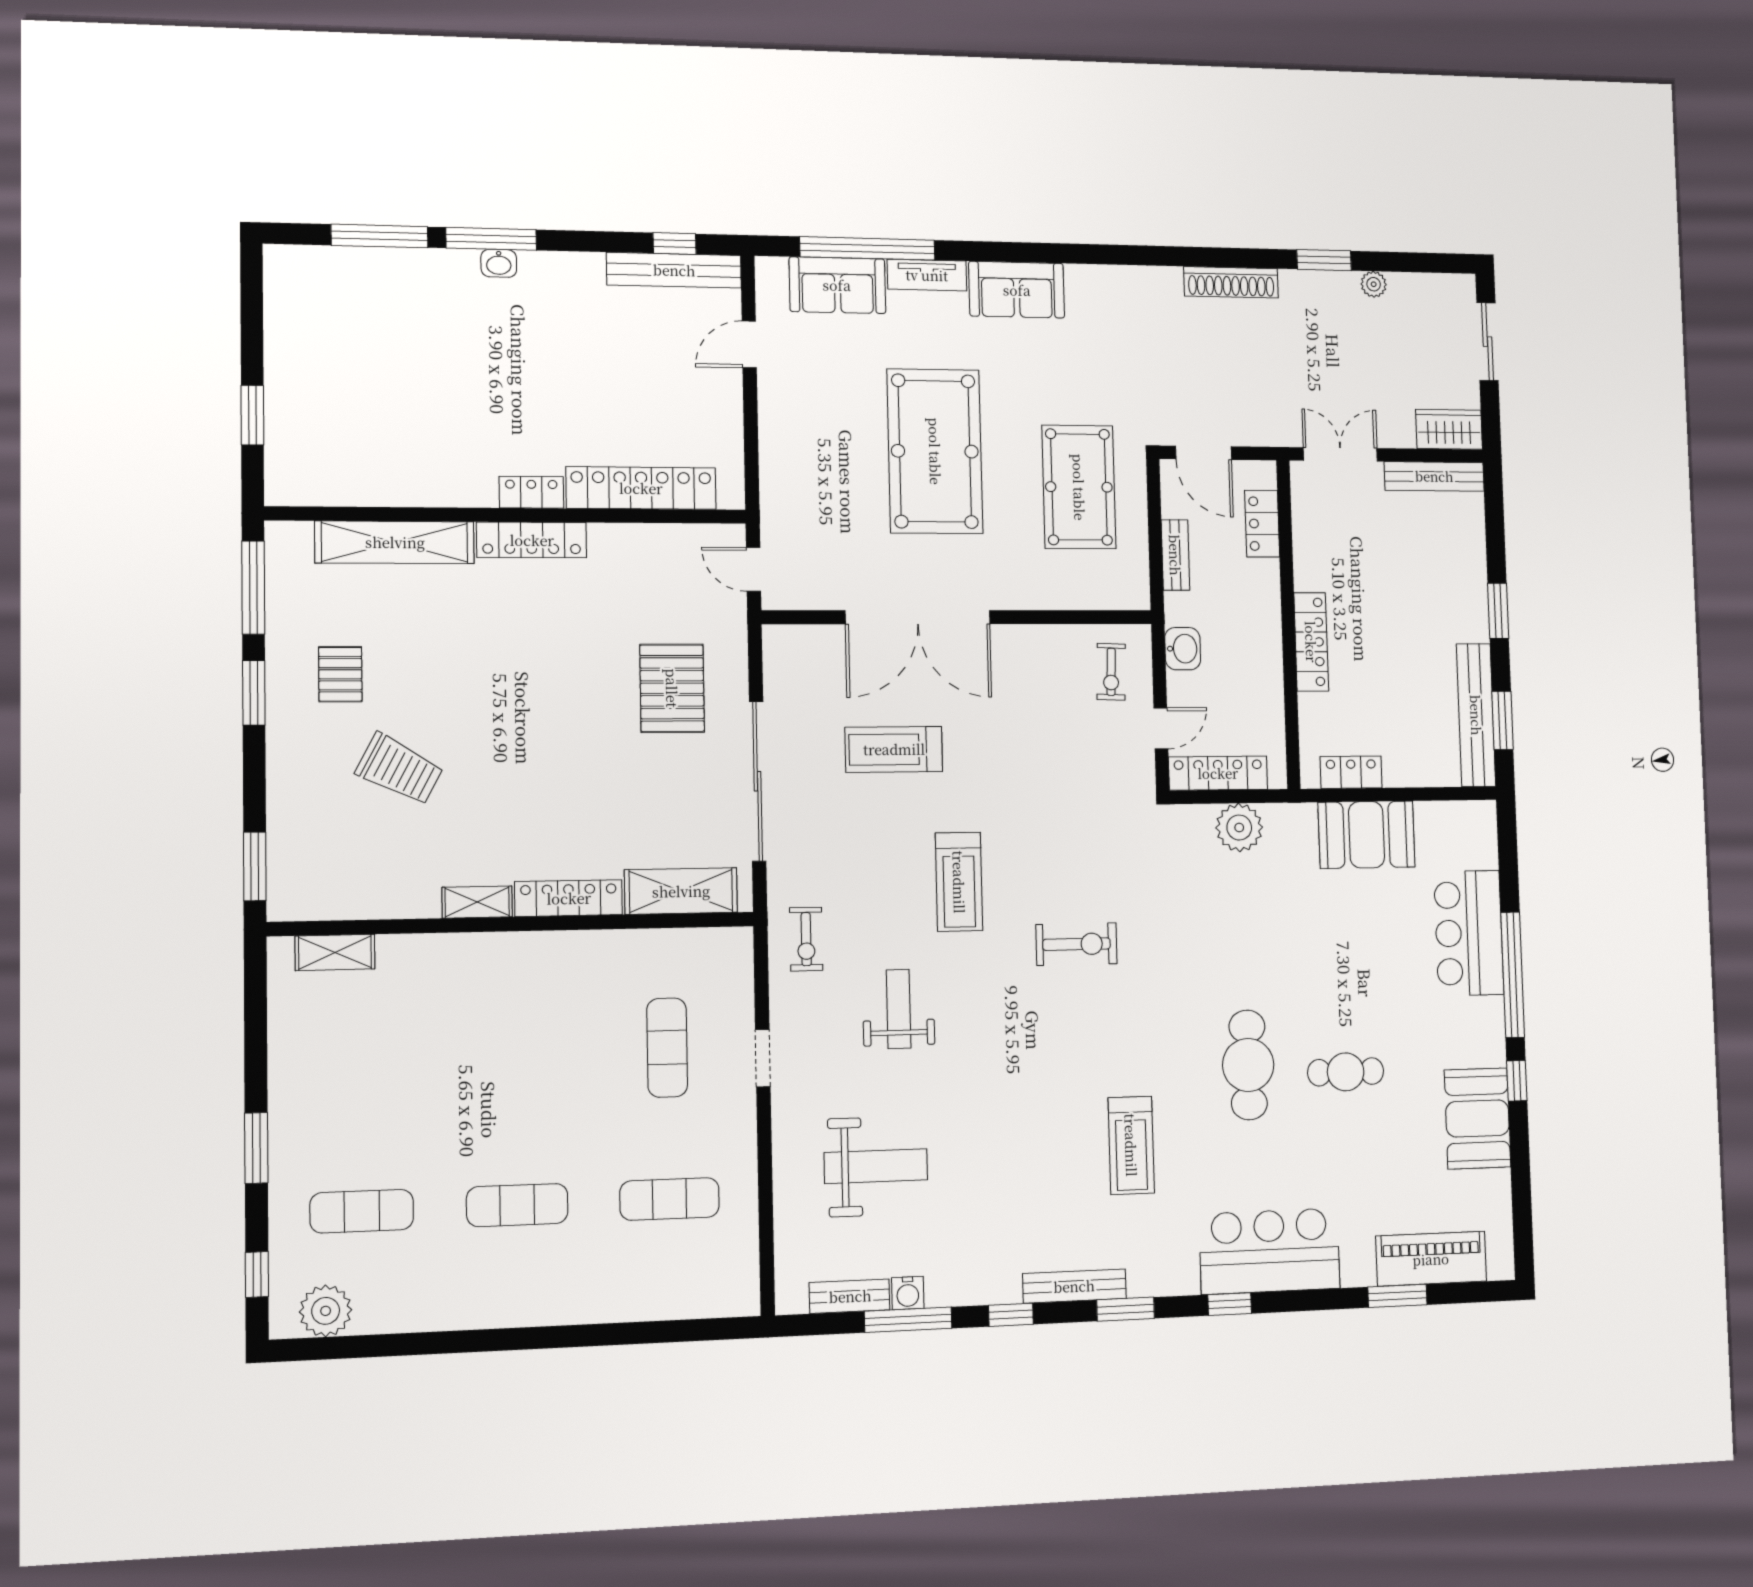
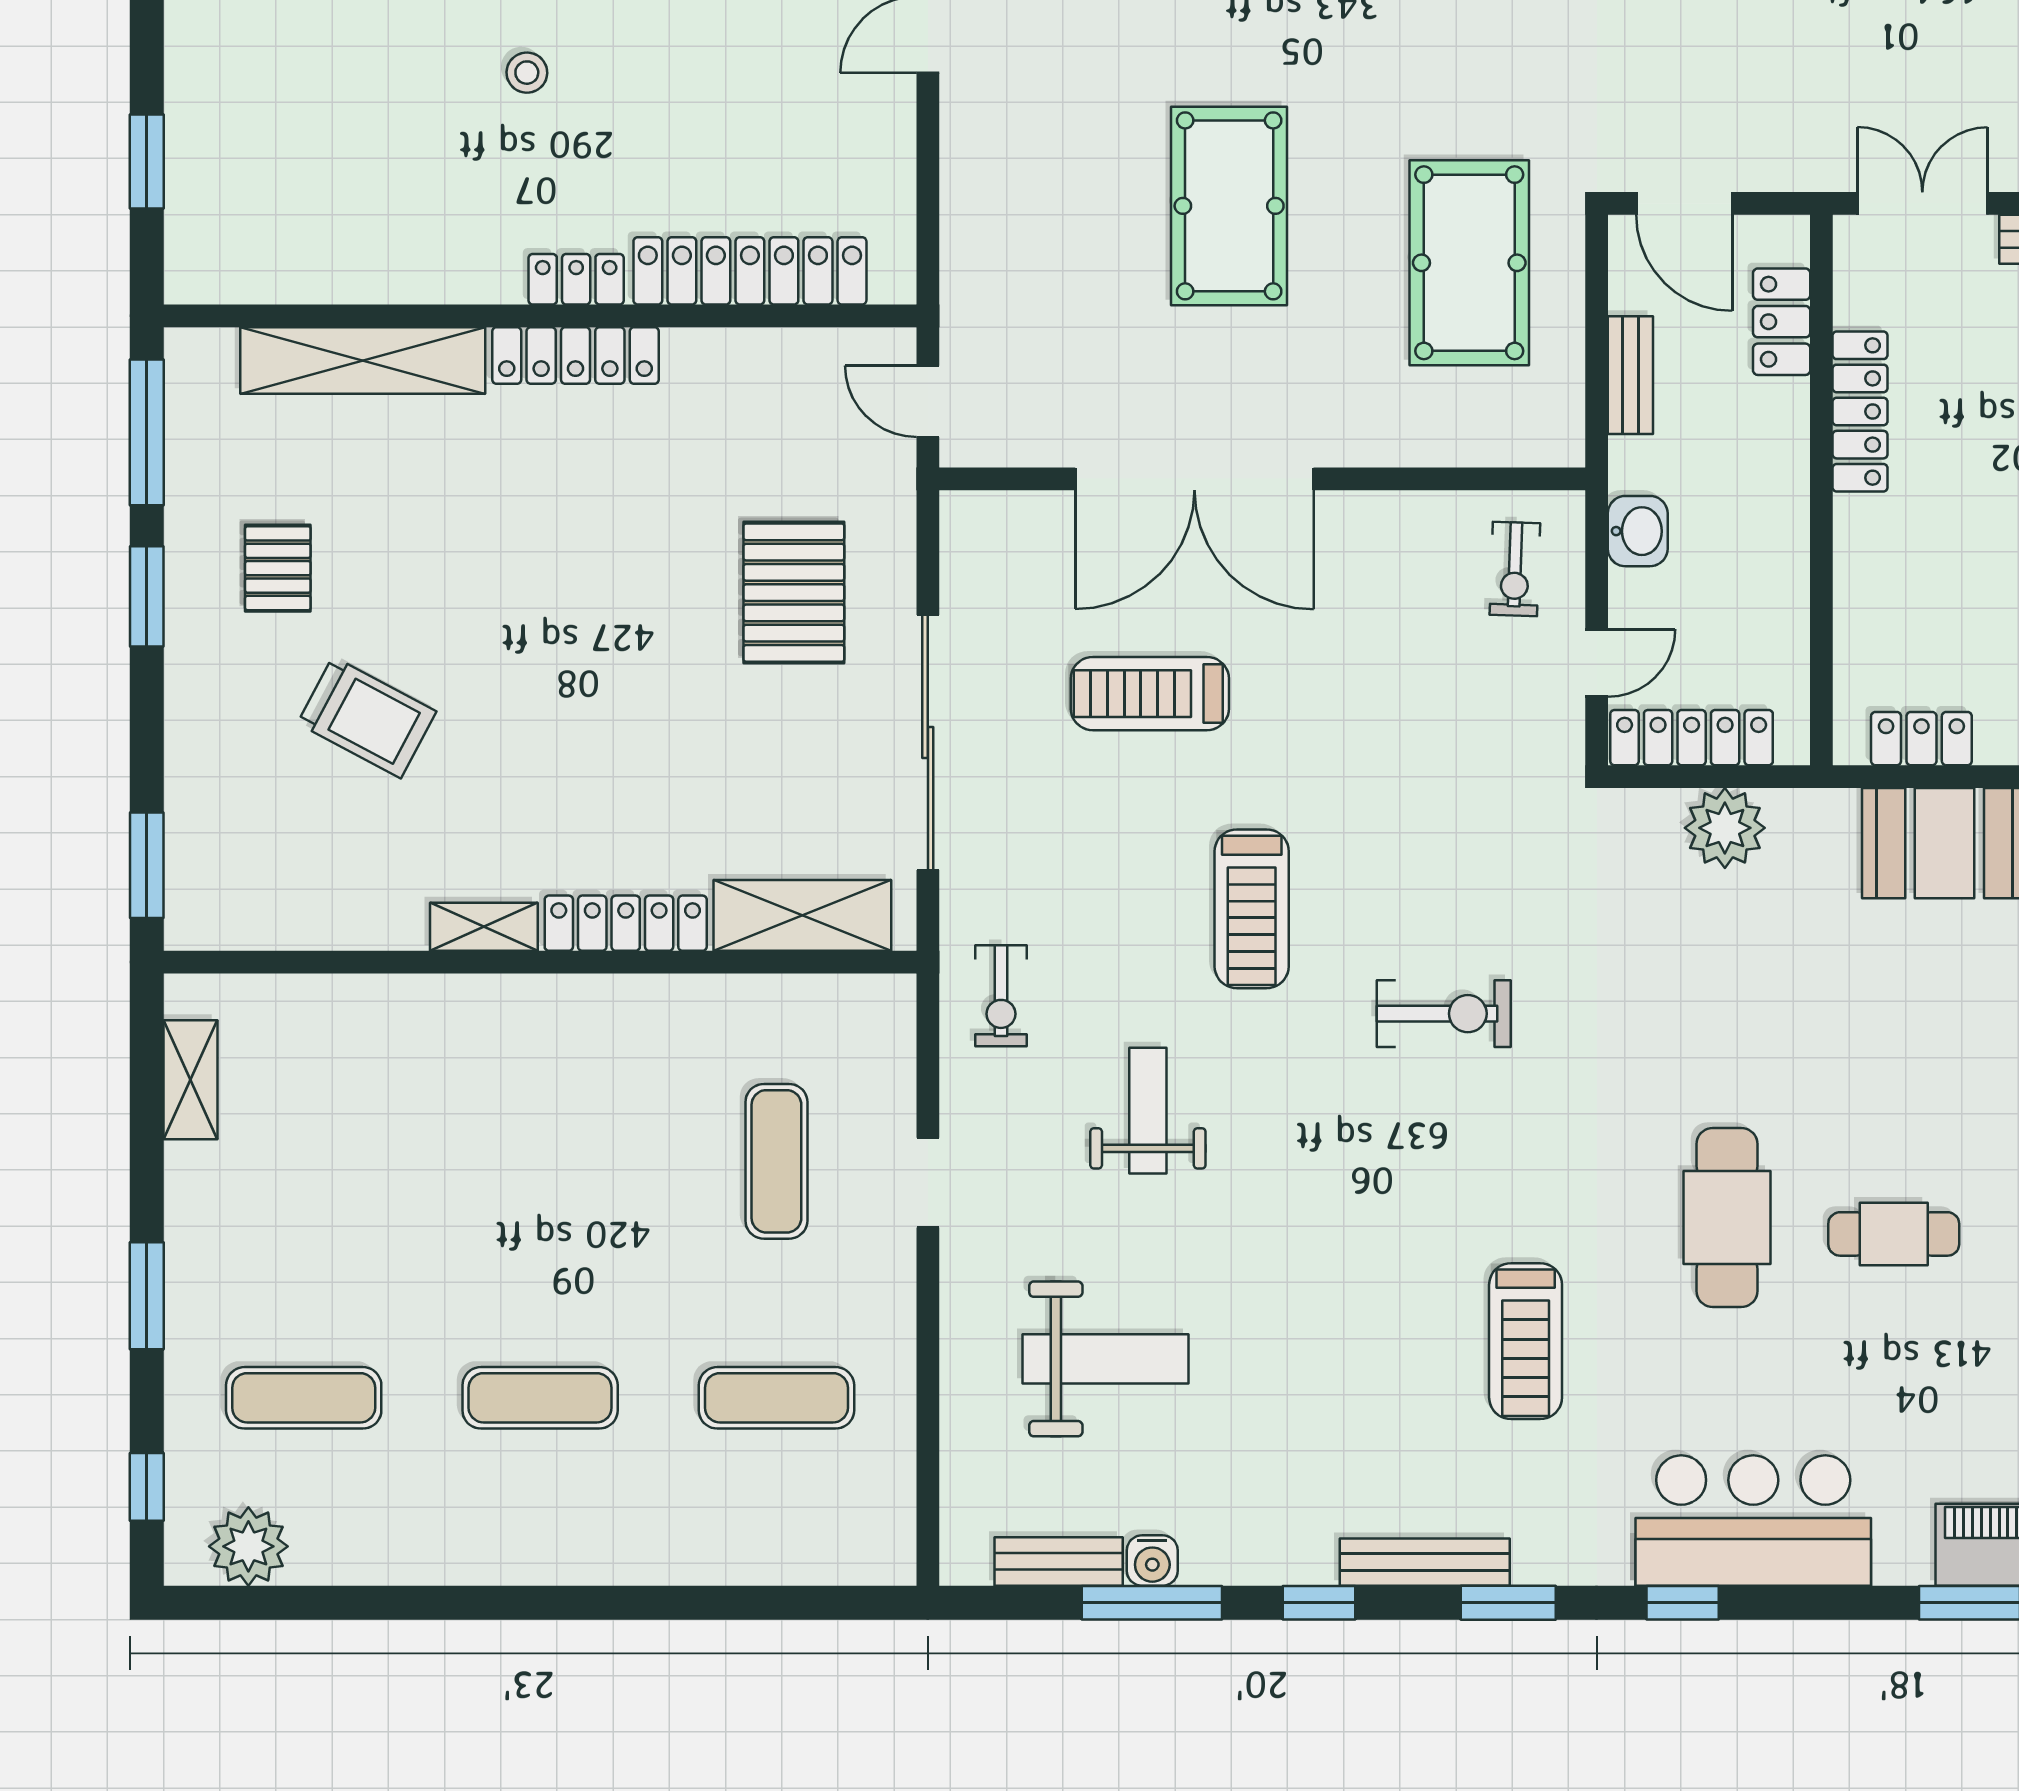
stool: (498, 363) -> (527, 73), added
pool table: (935, 451) -> (1229, 206), width x0.73, depth x0.76
locker: (1311, 642) -> (1860, 412), moved
shelving: (335, 952) -> (190, 1080), moved, turned 90

